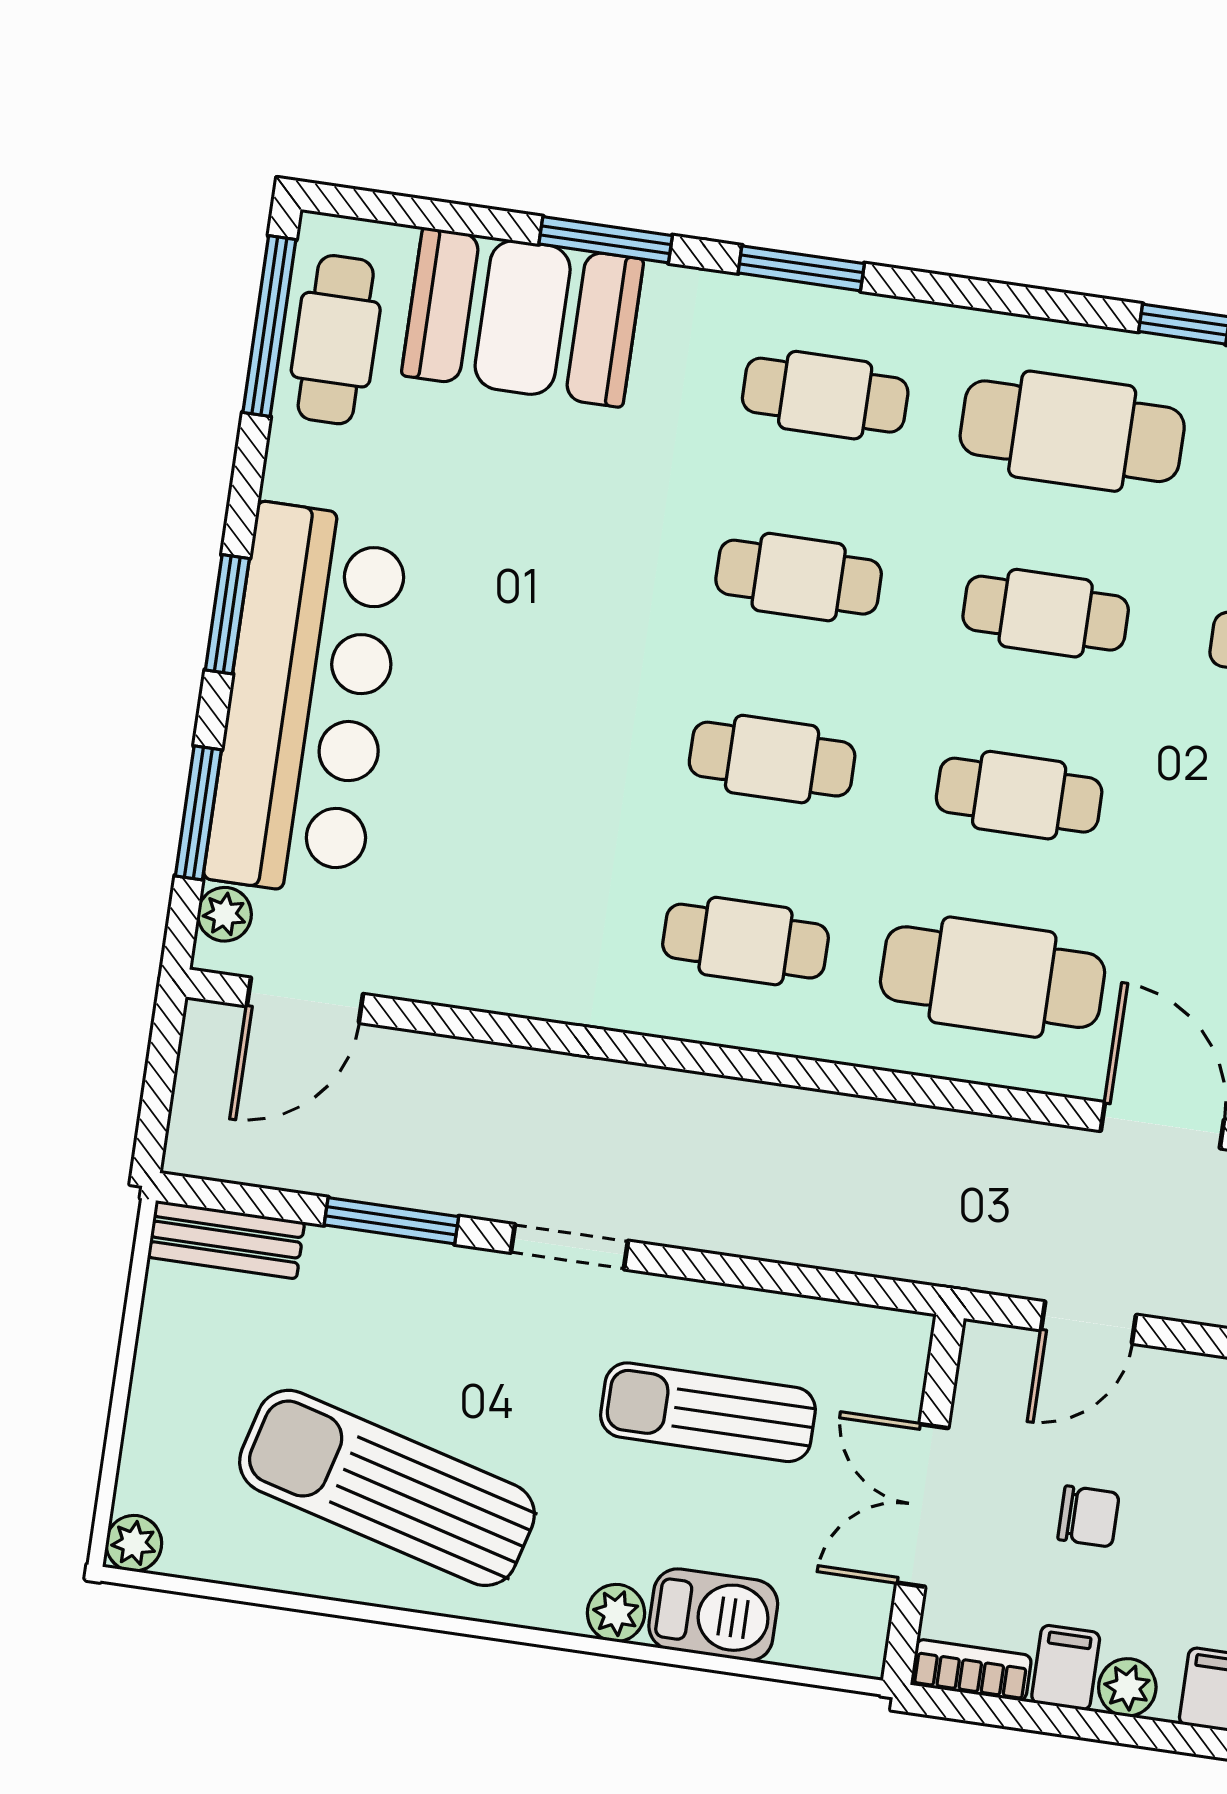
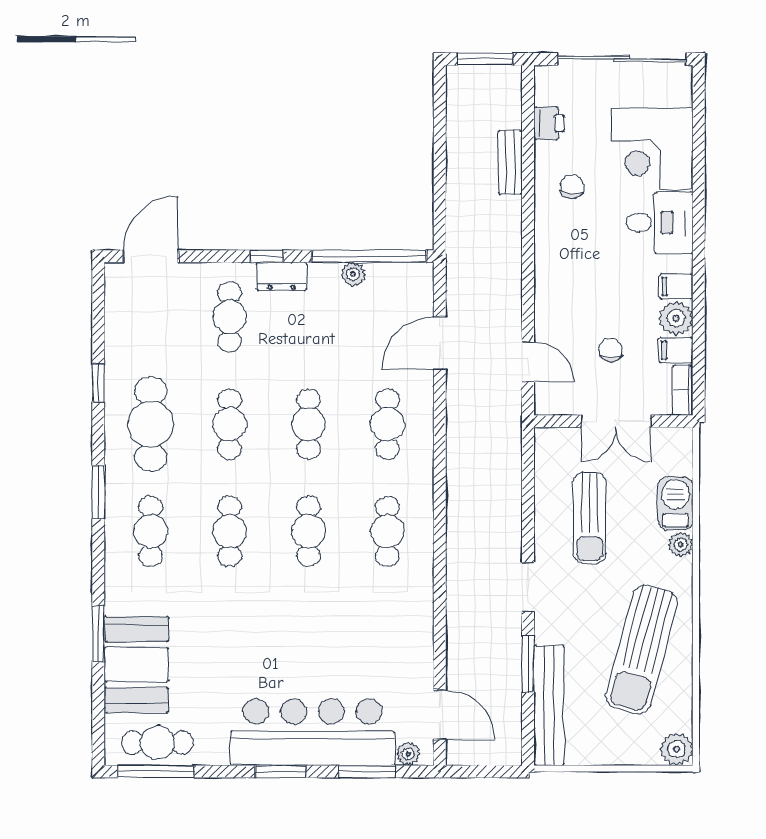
window: (801, 268) -> (98, 492), moved
cafe table: (993, 977) -> (387, 424), width x0.73, depth x0.74
bench: (226, 1240) -> (549, 705), width x1.86, depth x1.21
plant: (134, 1543) -> (676, 749), width x1.38, depth x1.38
plant: (1127, 1687) -> (676, 318), width x1.38, depth x1.38

